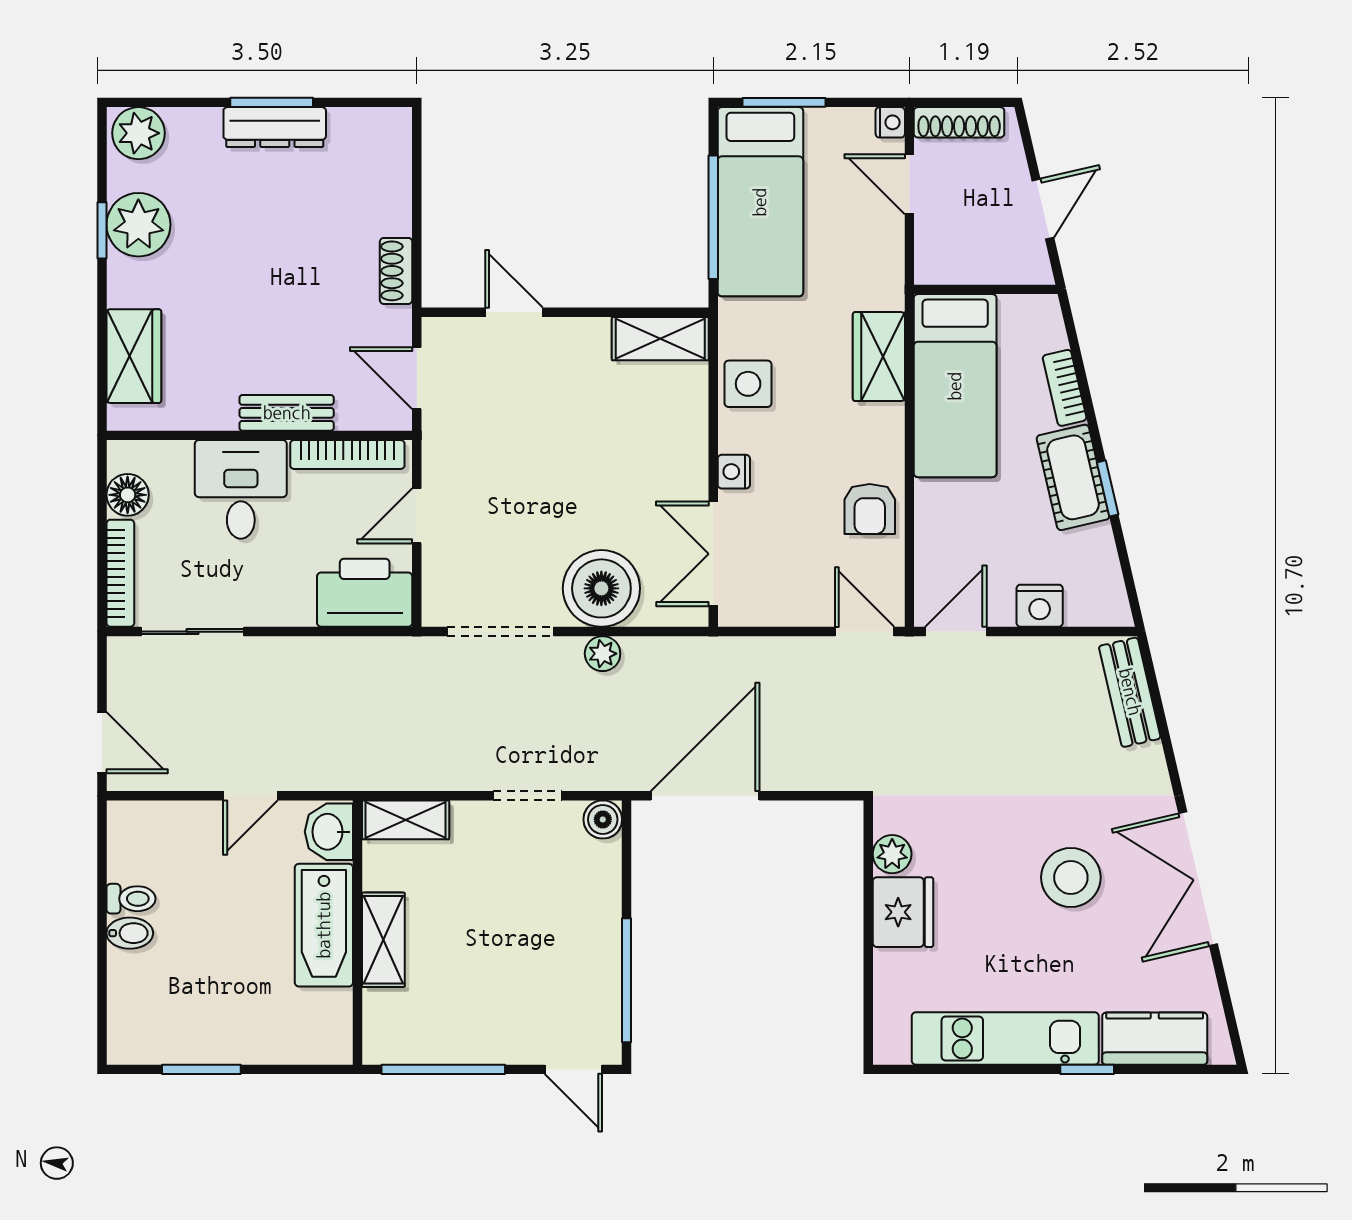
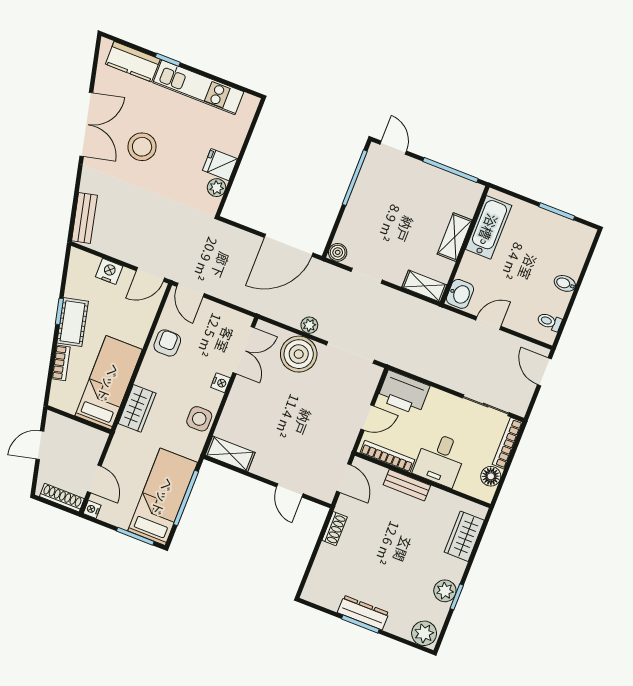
plant: (138, 225) -> (445, 591), width x0.73, depth x0.73
toilet: (131, 899) -> (549, 322), moved
fridge: (903, 912) -> (220, 165), width x0.72
bathtub: (324, 925) -> (489, 227), moved

